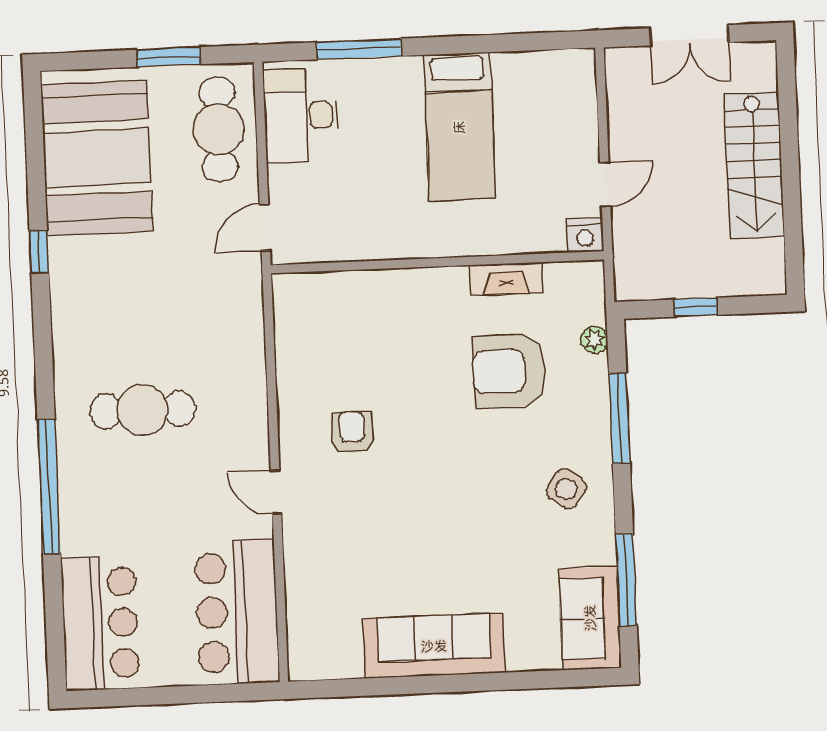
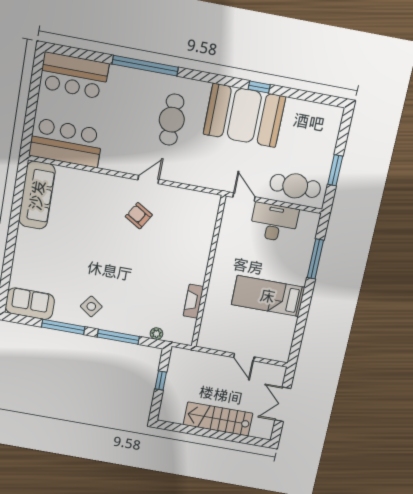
desk: (301, 116) -> (274, 222), moved
booth: (97, 158) -> (244, 115), moved
door: (605, 184) -> (244, 357), moved
nightstand: (585, 235) -> (205, 340), removed
armchair: (509, 371) -> (151, 293), removed
armchair: (352, 433) -> (139, 216), turned -149
door: (276, 492) -> (148, 180), moved
window: (626, 580) -> (63, 327), moved
sofa: (434, 646) -> (37, 195), moved

